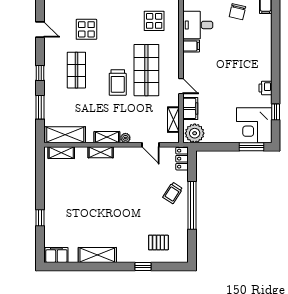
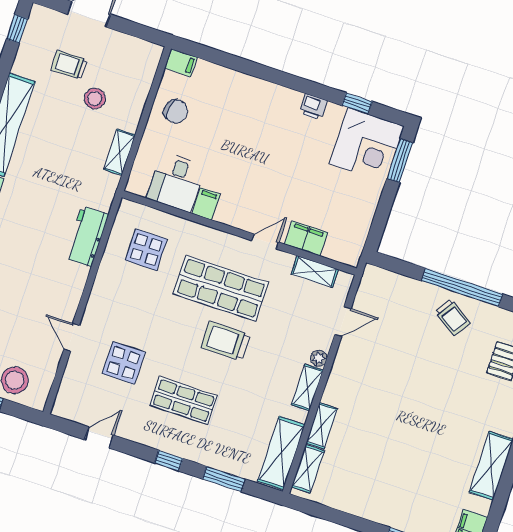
trolley: (118, 82) -> (226, 341), turned 180
plant: (195, 133) -> (348, 245), removed
shelving: (101, 152) -> (322, 426), moved
locker: (182, 159) -> (382, 279), removed
trolley: (173, 193) -> (453, 317), moved

